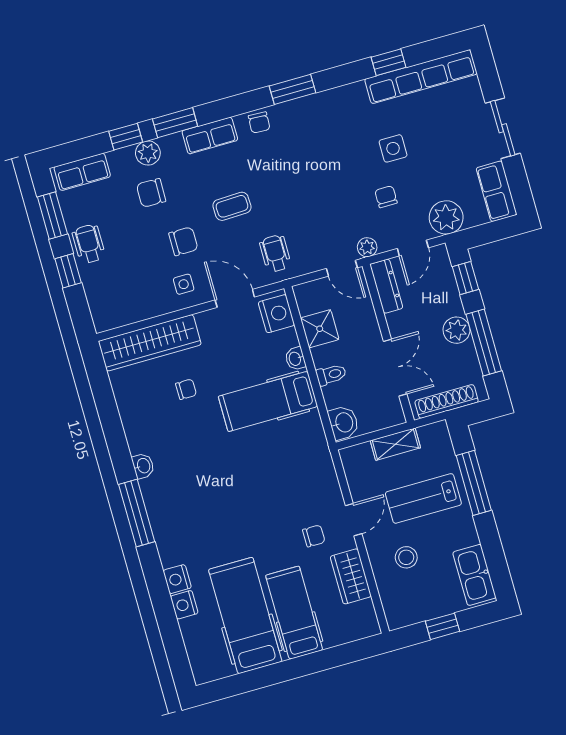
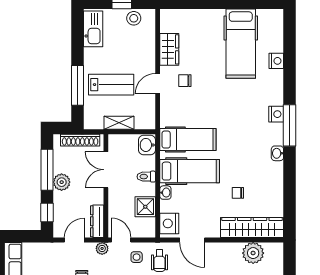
plant: (446, 217) -> (253, 253), moved
side table: (184, 284) -> (137, 257), moved
stool: (406, 557) -> (134, 18), moved
nightstand: (177, 579) -> (276, 114), moved
hospital bed: (294, 613) -> (188, 140), moved, turned -90

